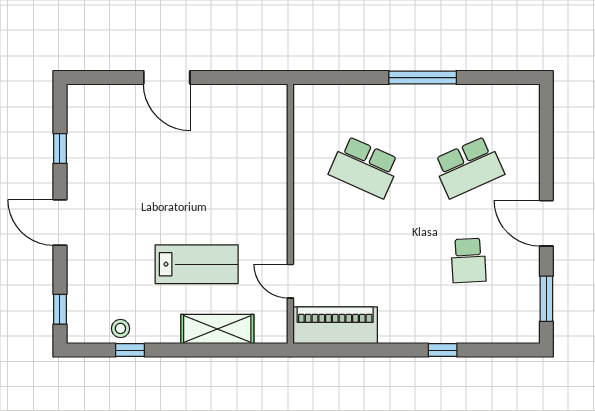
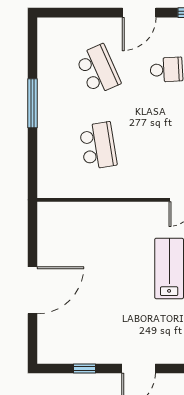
door: (167, 78) -> (33, 290), width x1.36
school desk: (364, 167) -> (98, 146), turned -33

